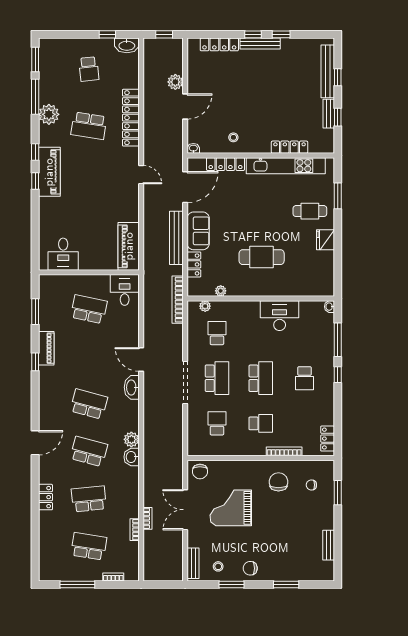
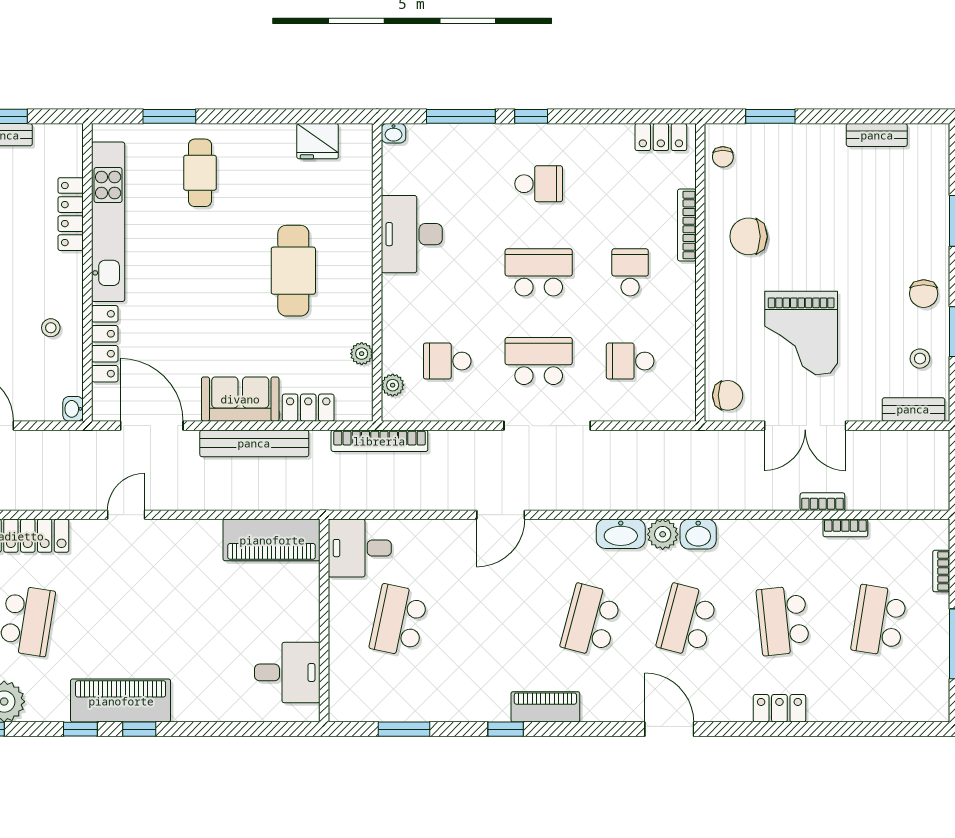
fridge: (326, 240) -> (318, 141), moved
piano: (46, 348) -> (545, 707), moved
washbasin: (132, 387) -> (621, 534), moved
chair: (311, 485) -> (723, 157), moved

